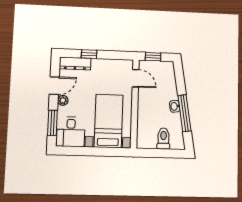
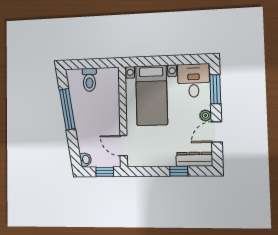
washbasin: (175, 106) -> (86, 160), moved

